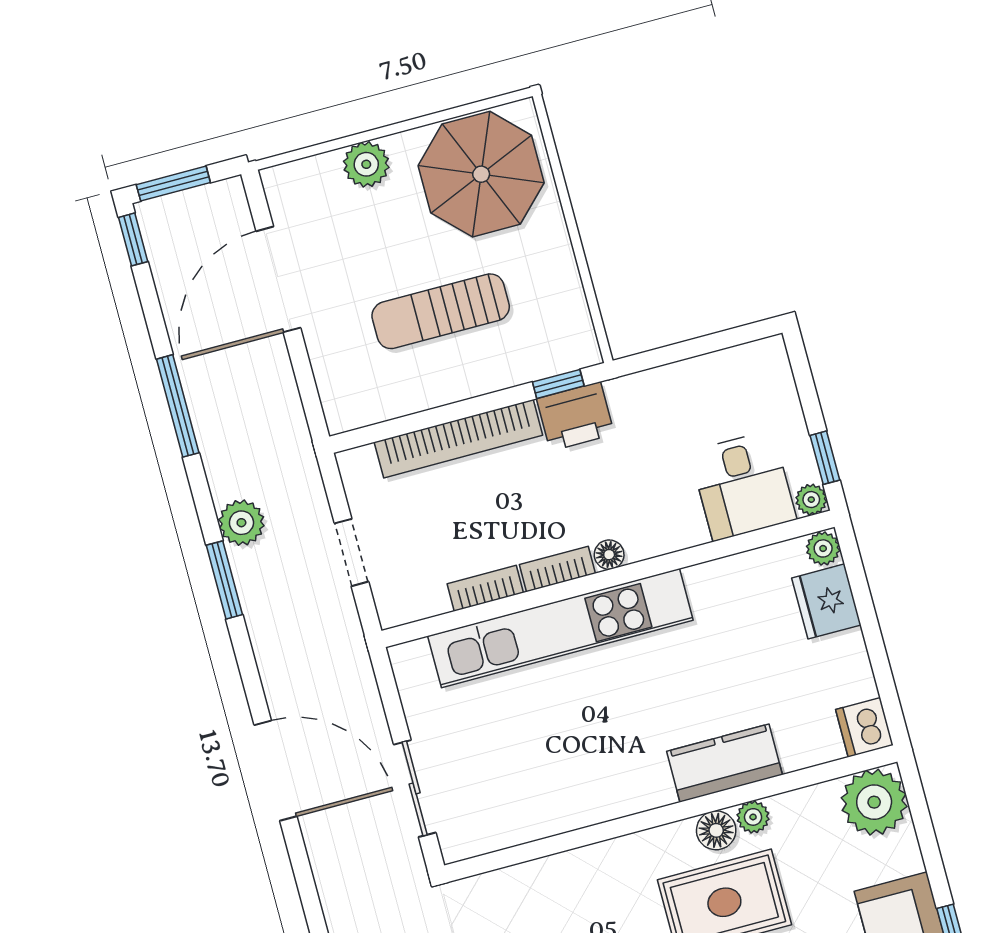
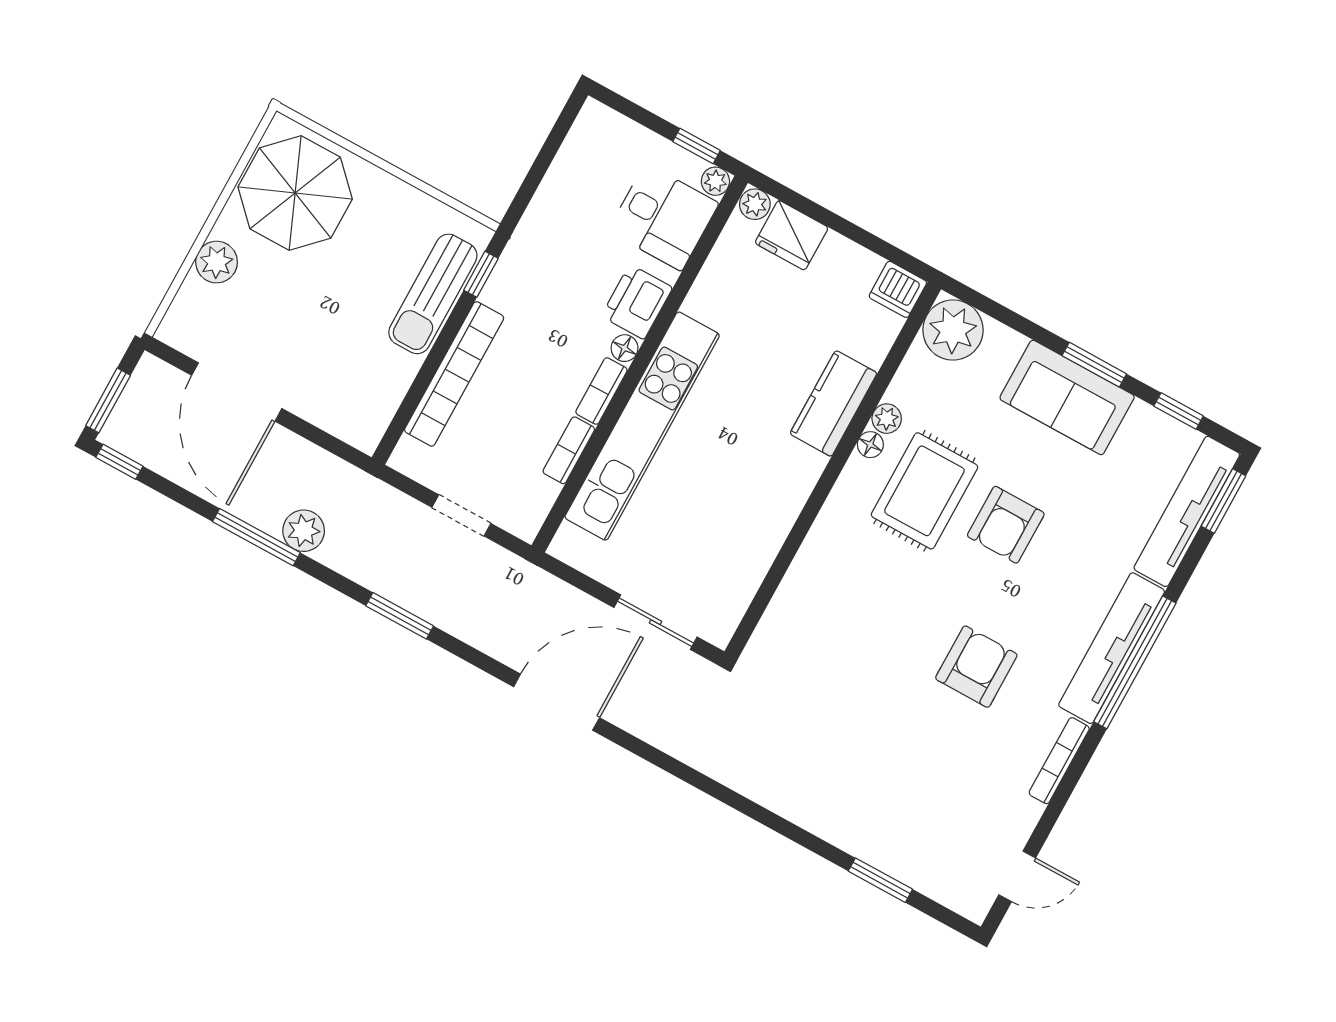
sun lounger: (441, 311) -> (433, 294), moved
printer: (575, 416) -> (637, 302), moved, turned 180
plant: (241, 523) -> (304, 531), moved
floor lamp: (716, 830) -> (870, 445), width x0.73, depth x0.73

